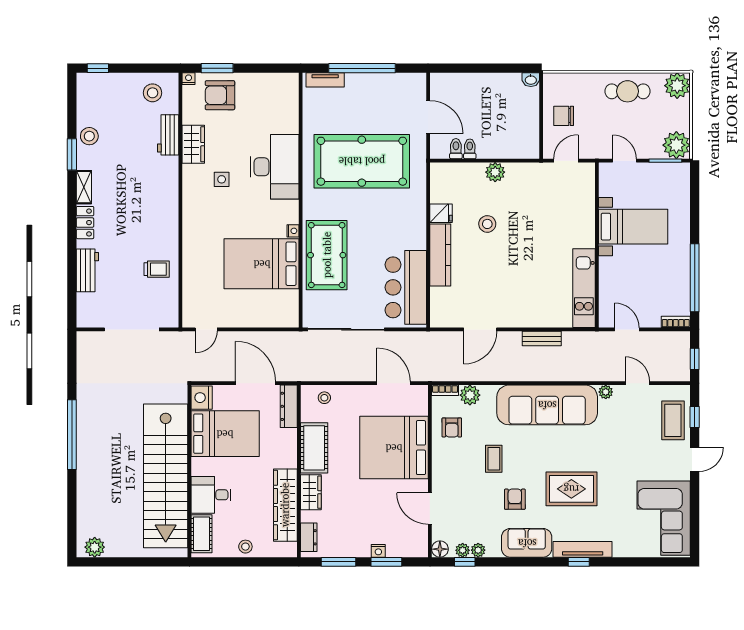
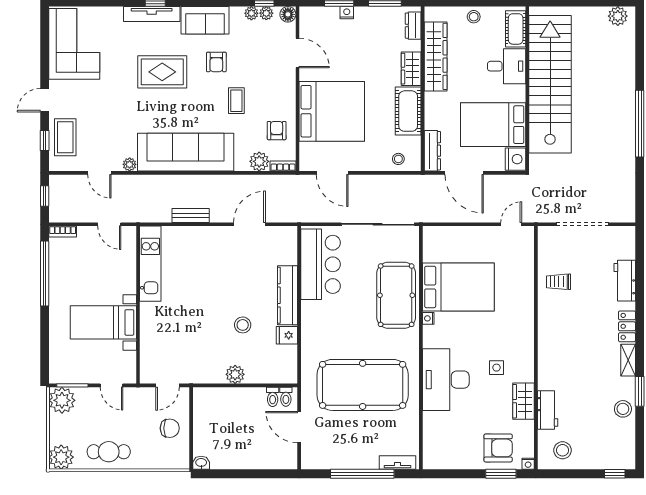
toilet: (470, 149) -> (286, 397), moved

